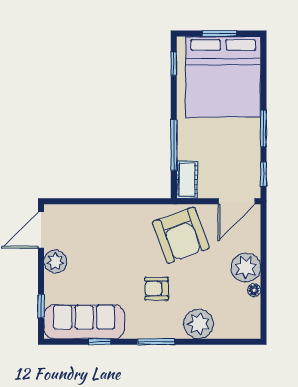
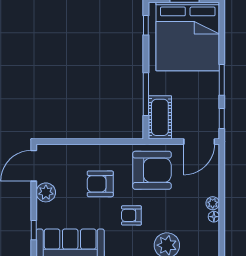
cot: (187, 180) -> (160, 117), width x1.37, depth x1.34
armchair: (181, 235) -> (152, 170), turned -70
armchair: (120, 251) -> (100, 184), added
plant: (246, 267) -> (213, 203), width x0.53, depth x0.53

